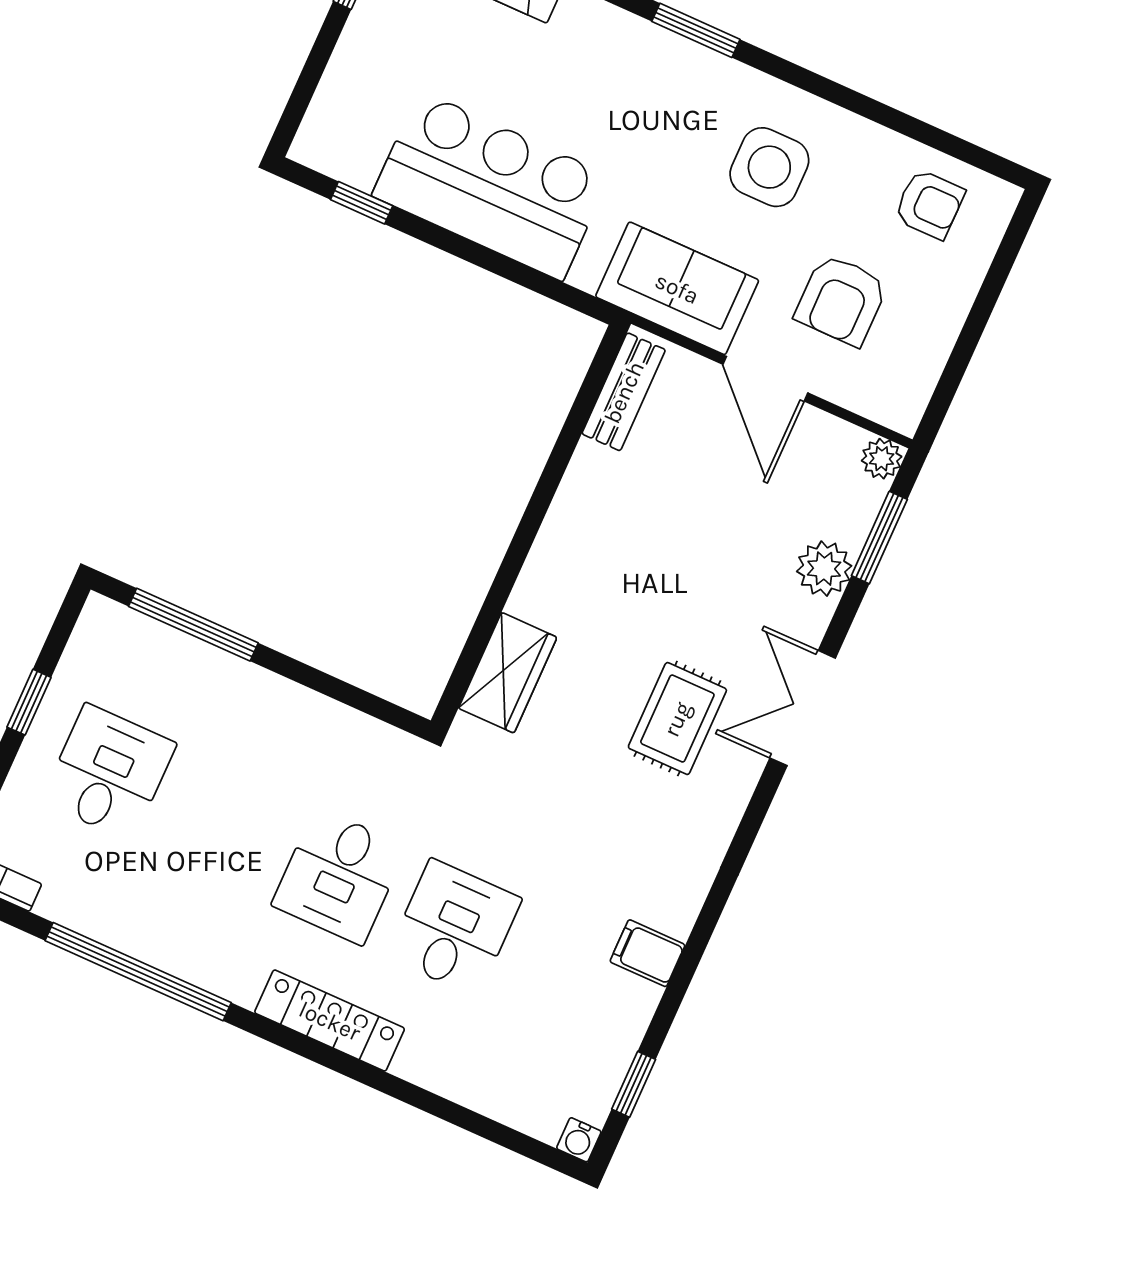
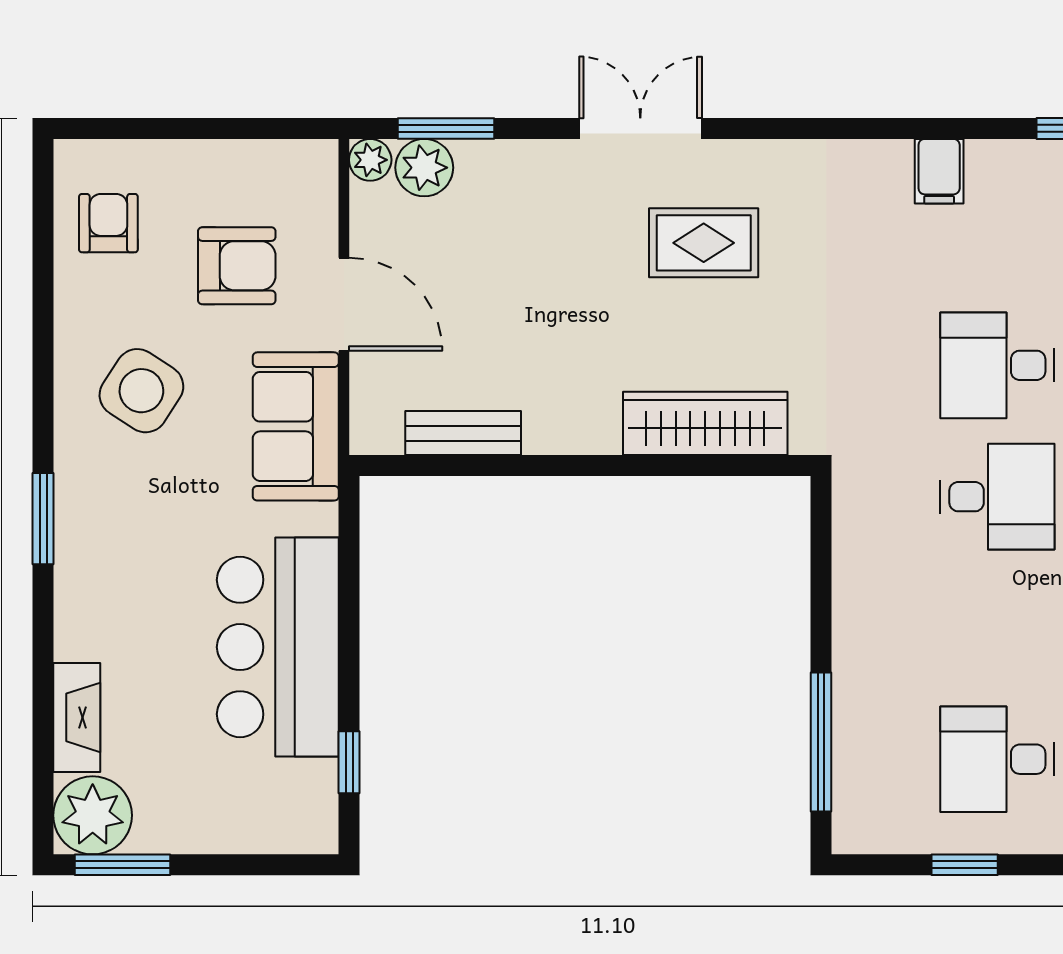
side table: (769, 167) -> (141, 391), turned 33
door: (765, 379) -> (344, 304), hinge flipped
bench: (624, 392) -> (463, 433), moved
plant: (824, 569) -> (424, 168), moved
wardrobe: (508, 673) -> (705, 423), width x1.50
double door: (803, 708) -> (640, 128), swing flipped

